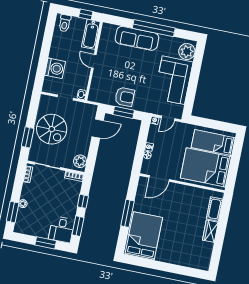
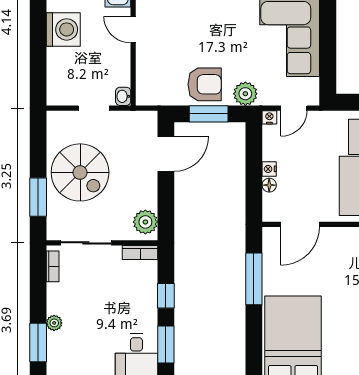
washing machine: (55, 68) -> (63, 29), moved
plant: (145, 106) -> (245, 94), added
window: (127, 213) -> (254, 279), moved

